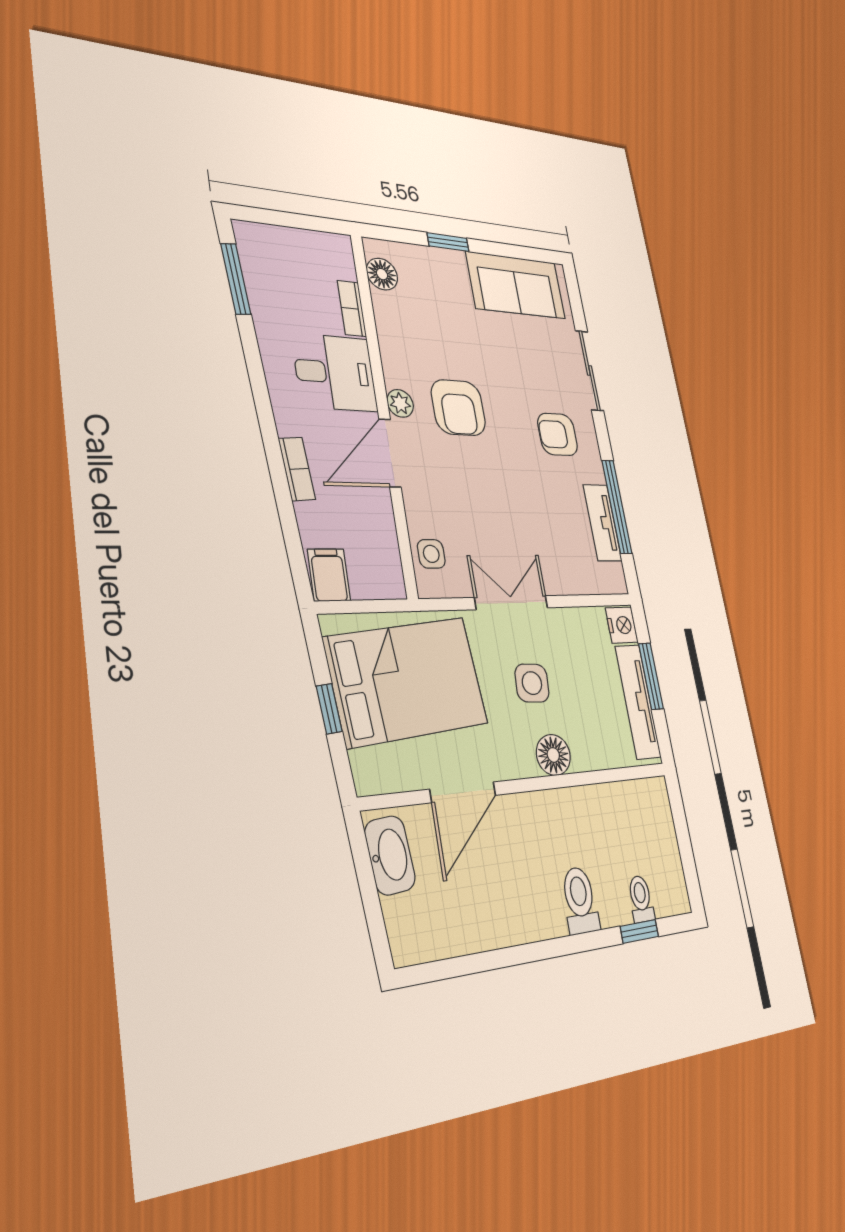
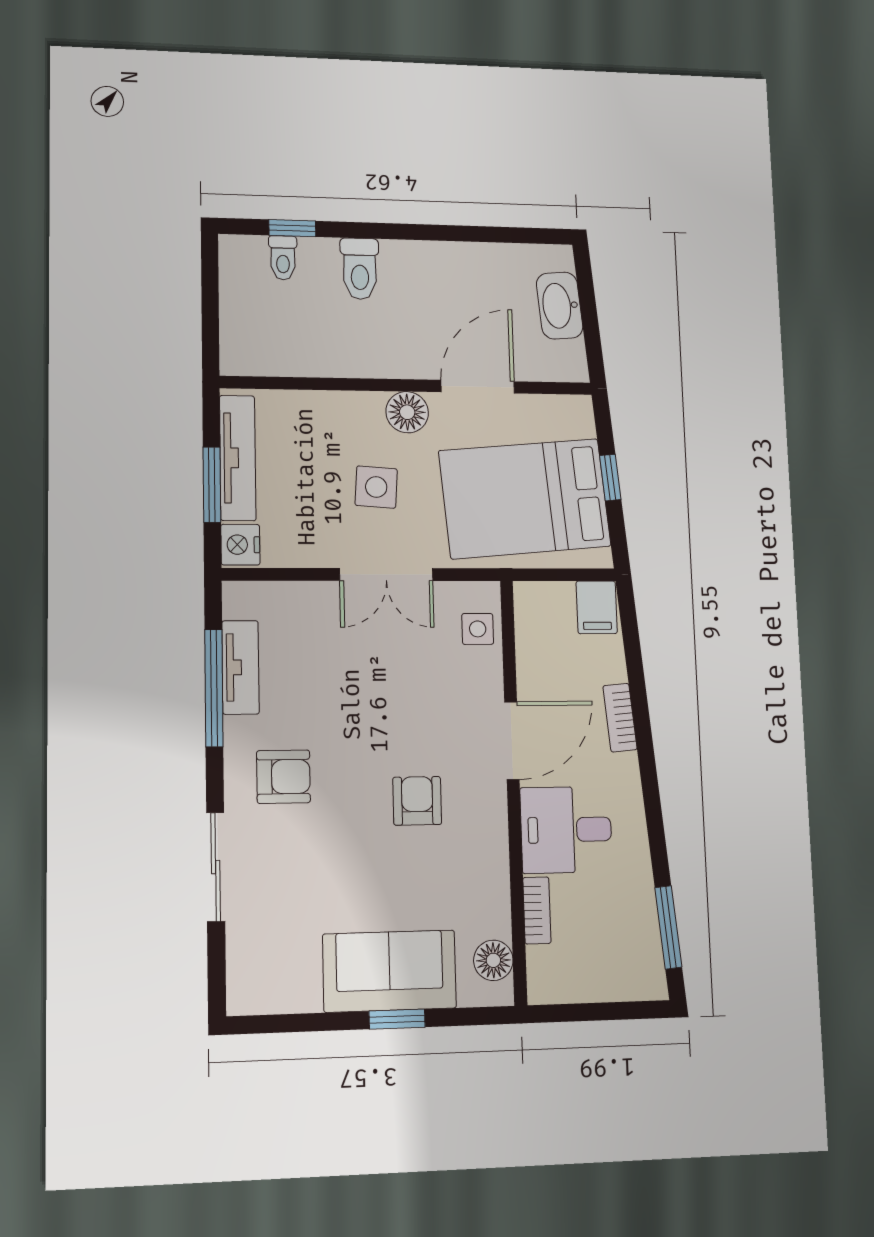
sofa: (516, 285) -> (390, 971), moved
plant: (400, 403) -> (492, 800), removed
armchair: (458, 408) -> (417, 801), width x0.72, depth x0.72
floor lamp: (553, 755) -> (407, 412), moved
washbasin: (390, 855) -> (560, 306), moved

